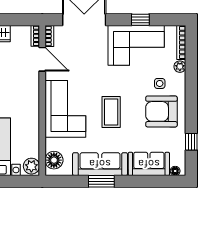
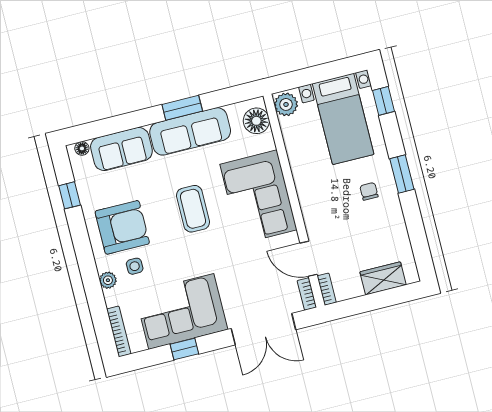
plant: (180, 67) -> (108, 280), moved

